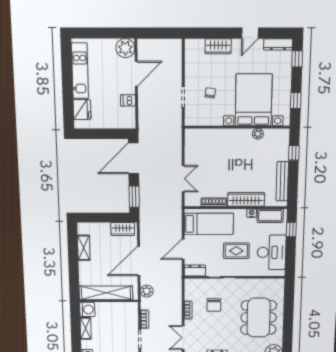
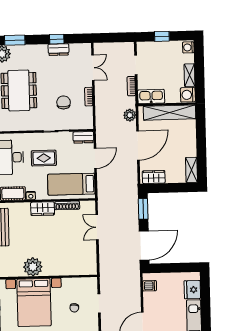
dishwasher: (128, 100) -> (150, 286), moved
plant: (258, 134) -> (33, 267), width x1.87, depth x1.87
wardrobe: (246, 199) -> (43, 209), width x0.67
shelving: (84, 248) -> (191, 170), moved
kitchen sink: (125, 309) -> (151, 97), added

